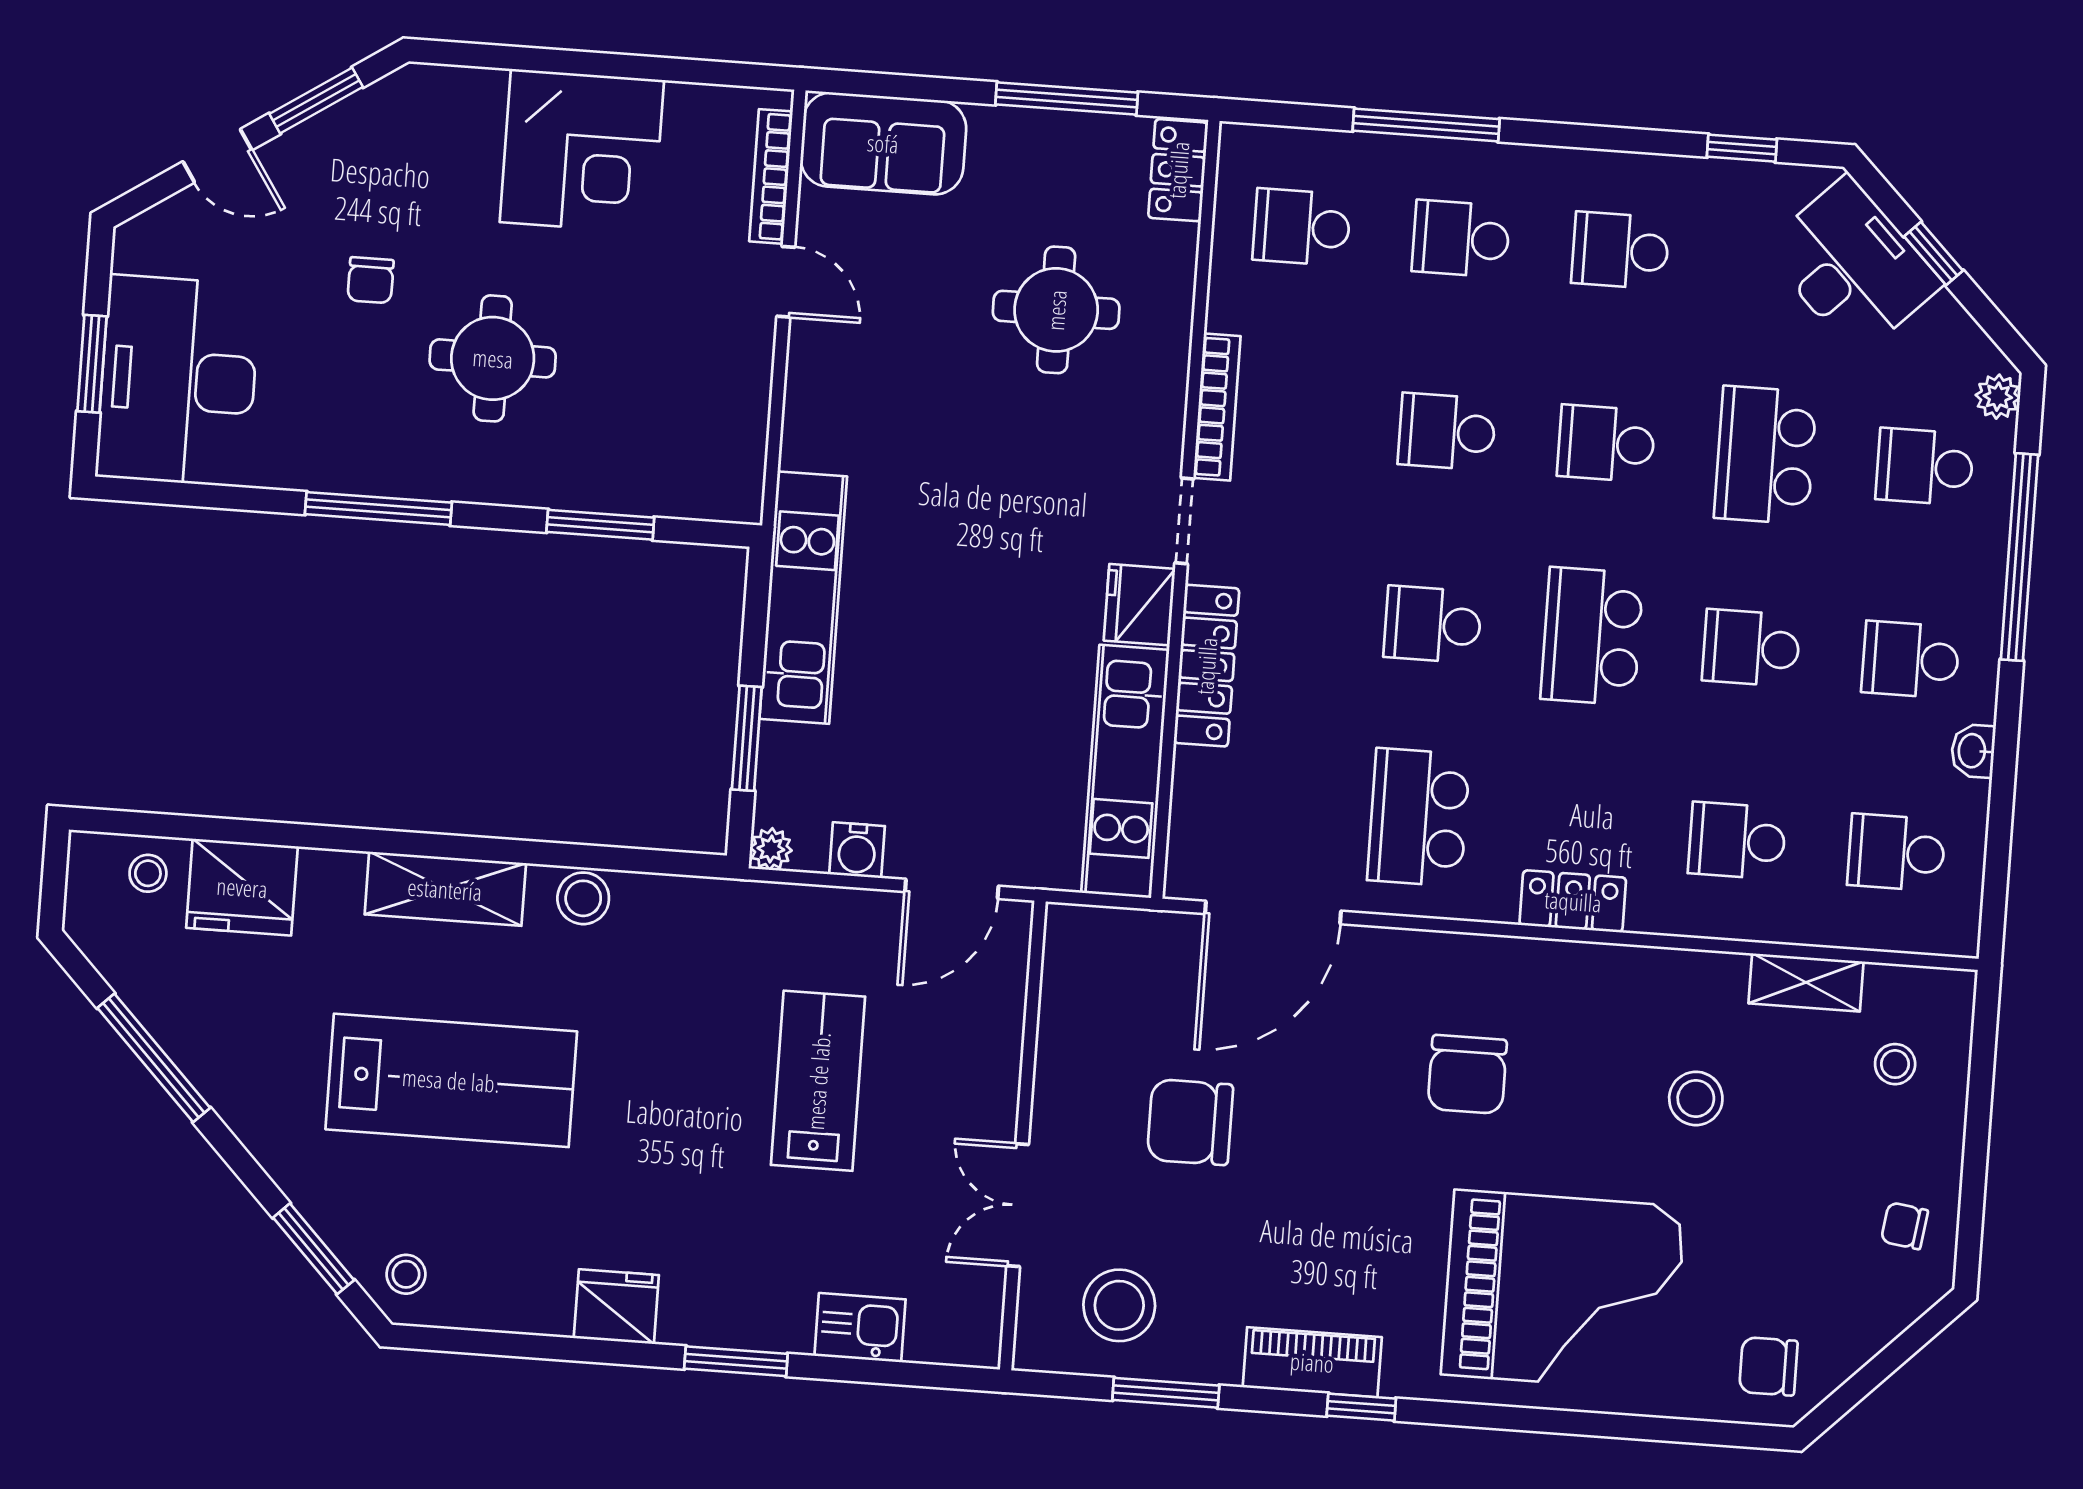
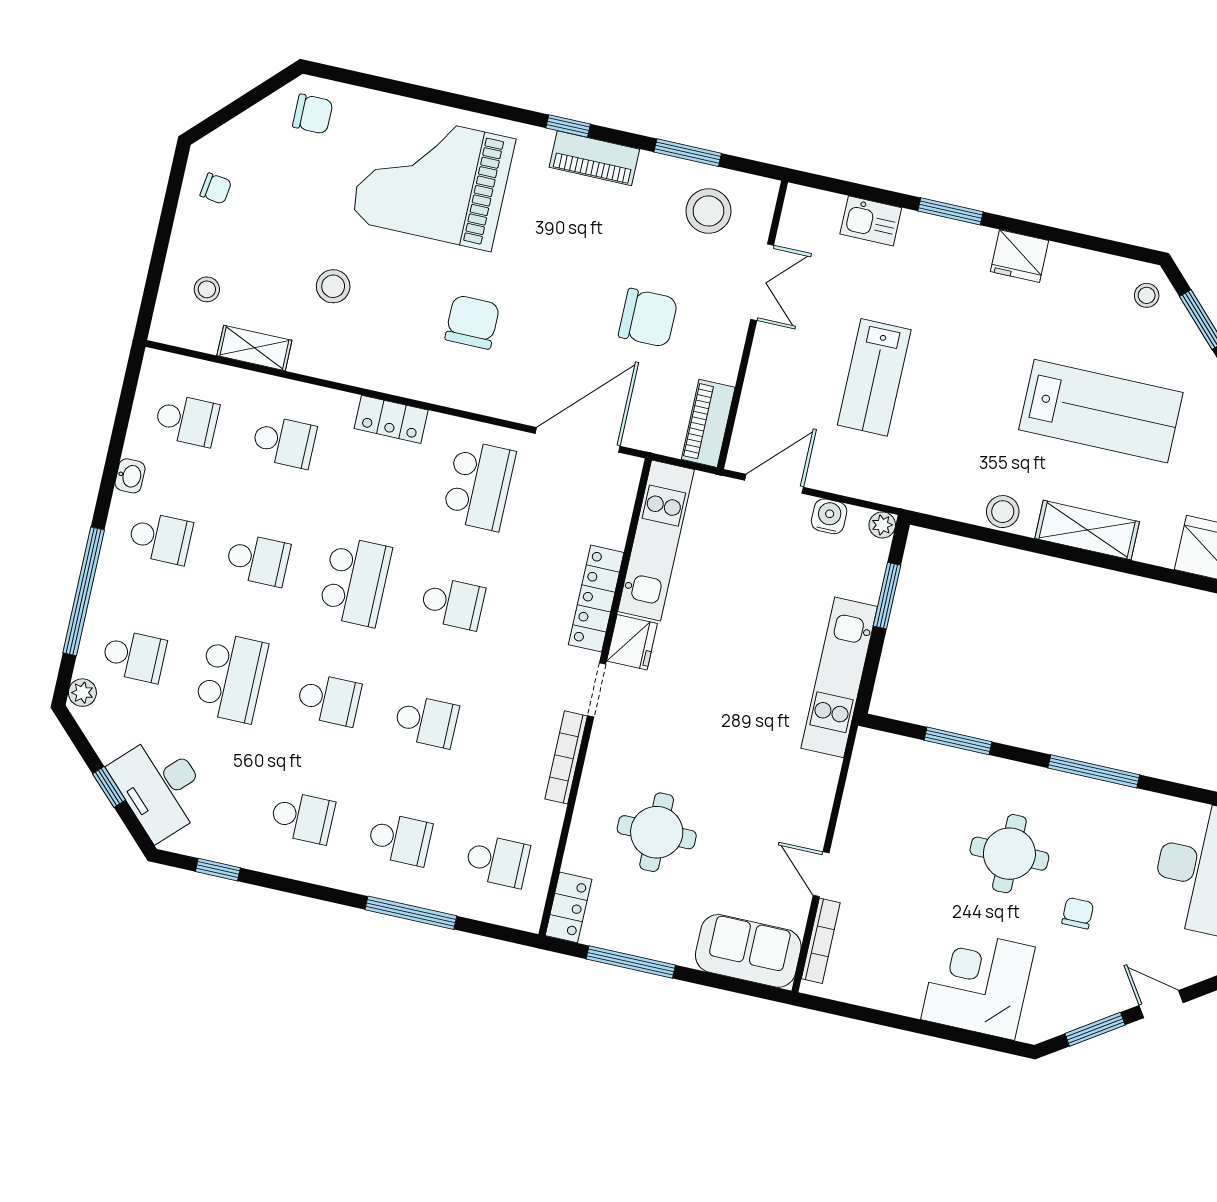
corner desk: (582, 151) -> (978, 983), moved
piano: (1070, 969) -> (708, 423), added
lab bench: (451, 1080) -> (1101, 411), turned 180

